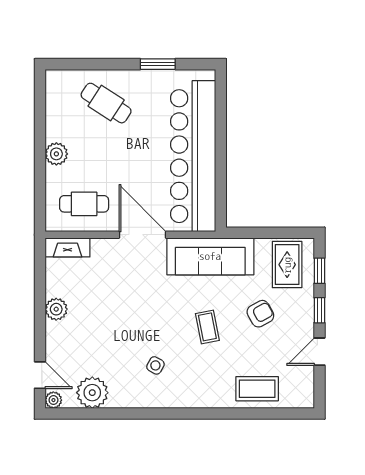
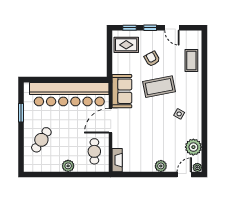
sofa: (210, 256) -> (122, 91), width x0.73
plant: (56, 309) -> (161, 166), moved
coffee table: (207, 327) -> (159, 87), width x1.86, depth x1.72

